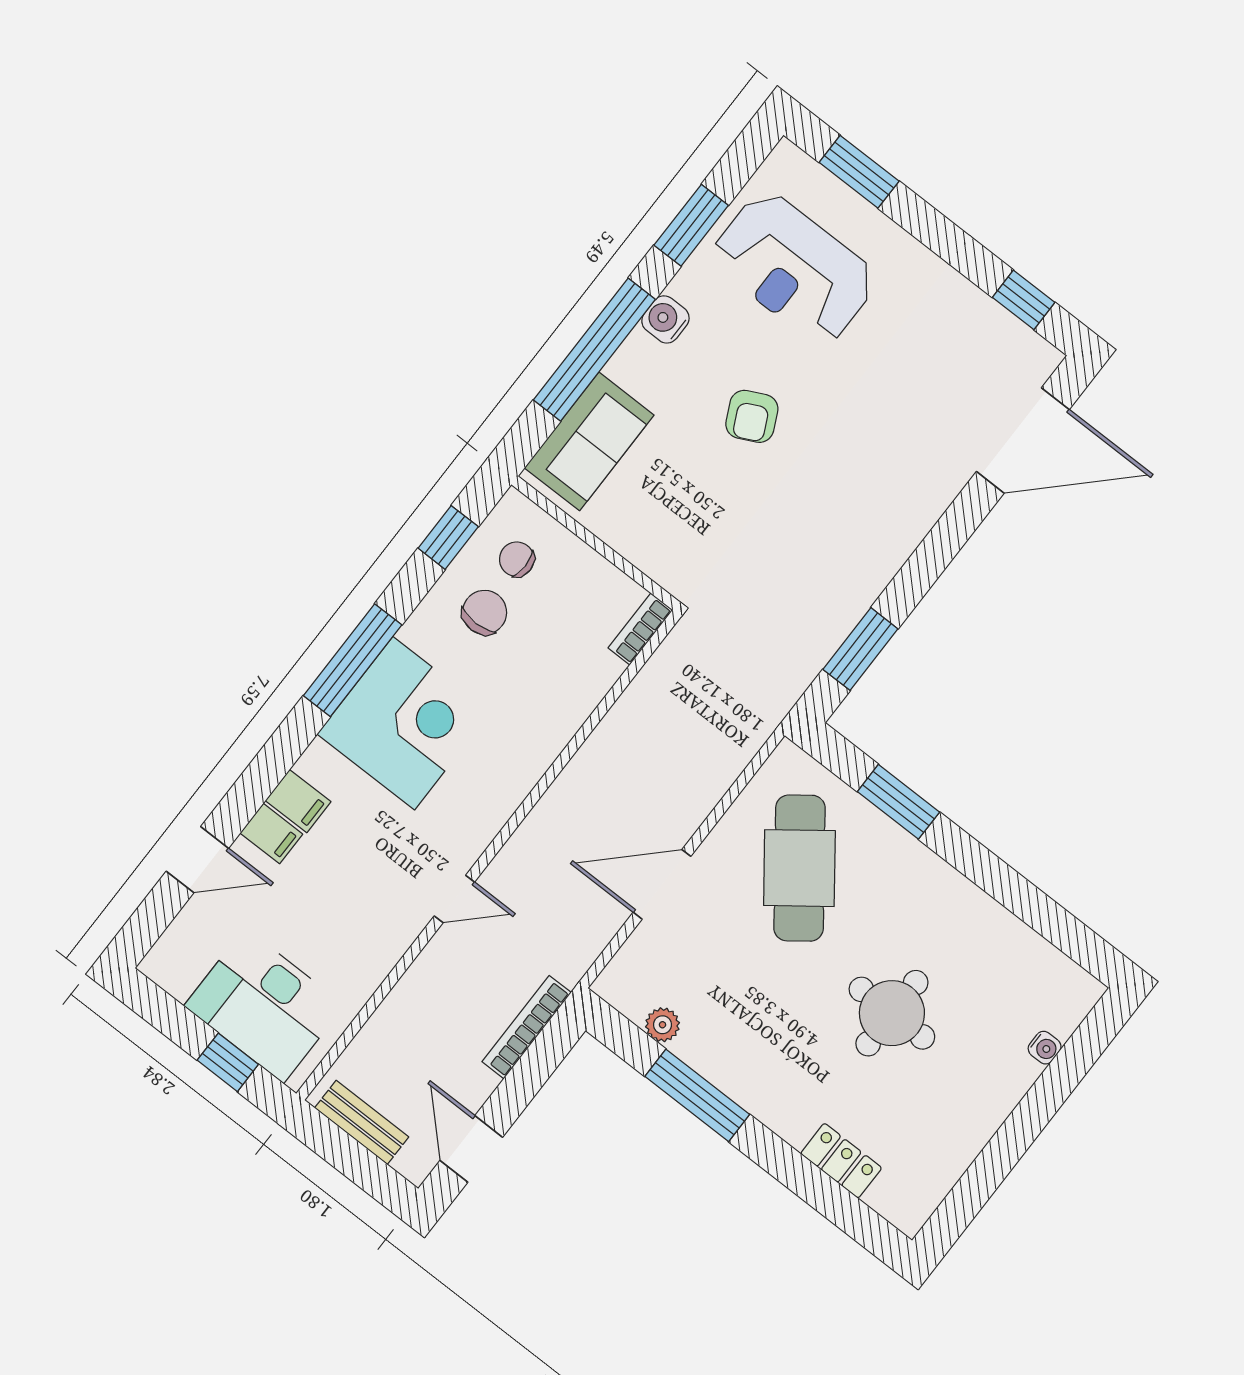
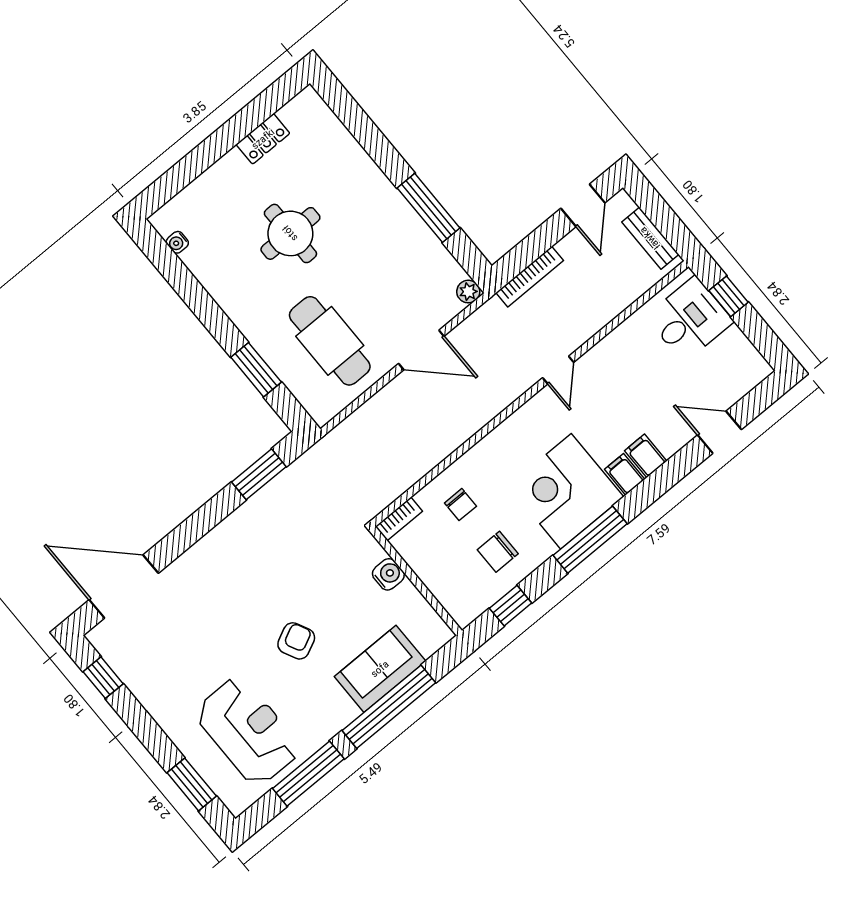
window: (691, 225) -> (308, 774), width x1.44
water cooler: (665, 319) -> (388, 574), moved, turned -90
sofa: (589, 441) -> (380, 669), moved
chair: (517, 559) -> (460, 505), moved
filing cabinet: (271, 834) -> (625, 474), moved
cafe table: (799, 868) -> (330, 341), turned -53
door: (454, 899) -> (558, 370), swing flipped
desk: (264, 1006) -> (690, 319), width x0.73
plant: (662, 1025) -> (468, 292), moved
water cooler: (1045, 1048) -> (177, 242), moved, turned -90
locker: (841, 1161) -> (263, 139), moved, turned -90

